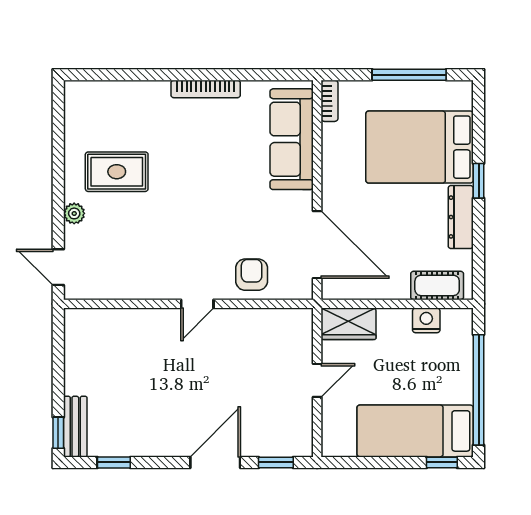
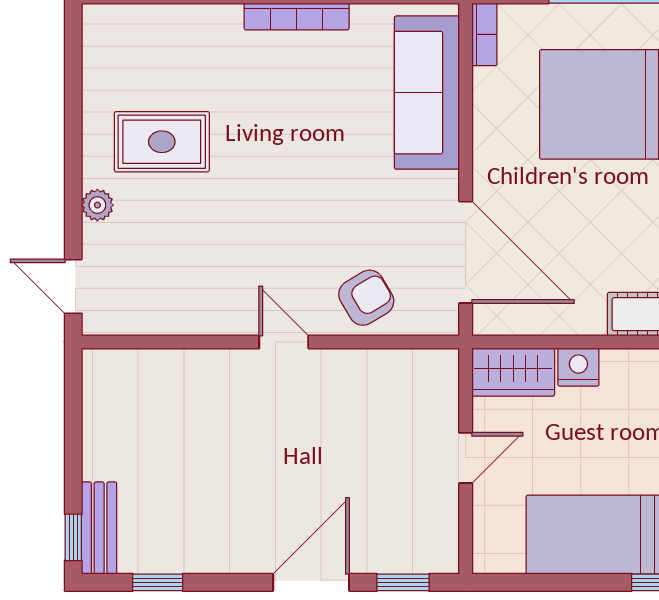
armchair: (252, 275) -> (366, 298), turned 59
door: (197, 304) -> (284, 342), swing flipped
nightstand: (426, 320) -> (578, 367), moved

